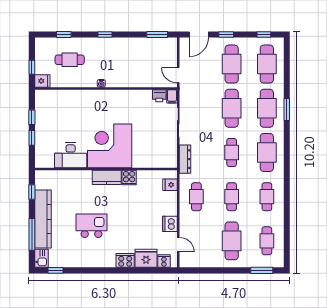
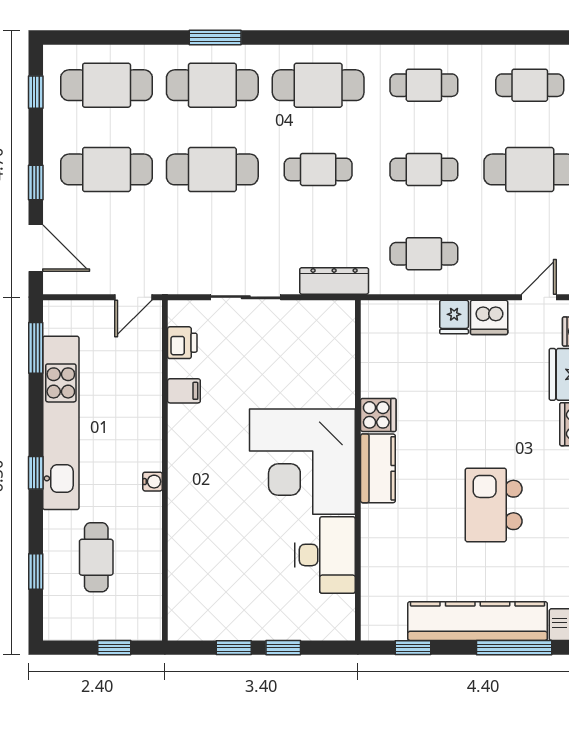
kitchen unit: (126, 45) -> (61, 423), added
fridge: (42, 81) -> (147, 623), removed
filing cabinet: (172, 96) -> (184, 391), moved
fridge: (170, 185) -> (454, 317), moved

